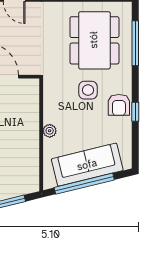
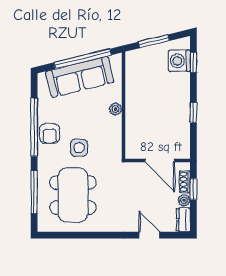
armchair: (119, 105) -> (50, 134), turned 180
window: (135, 112) -> (34, 127), width x3.17

